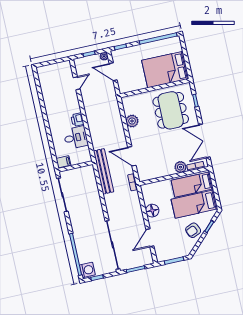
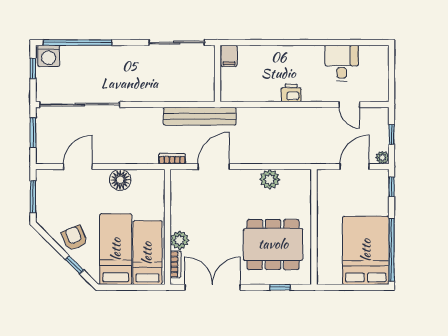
bed: (165, 70) -> (366, 250), moved
desk: (76, 138) -> (342, 63), moved, turned 180
door: (150, 238) -> (78, 167), hinge flipped

